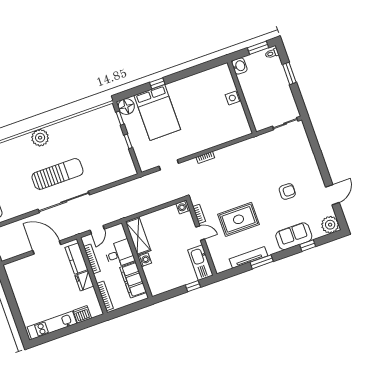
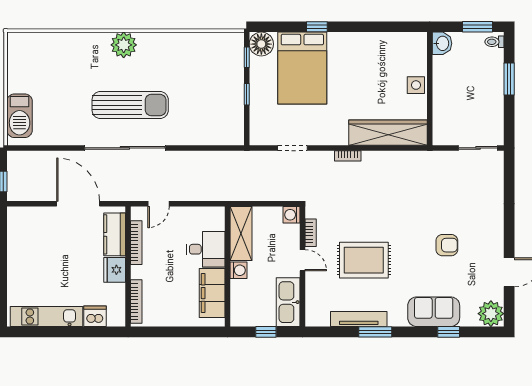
wardrobe: (225, 134) -> (388, 133), added
shelving: (138, 236) -> (241, 233), moved
desk: (119, 254) -> (206, 249), moved
wall: (137, 260) -> (228, 267), moved
washing machine: (145, 260) -> (238, 270), moved
filing cabinet: (133, 280) -> (212, 293), moved

